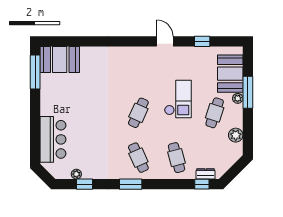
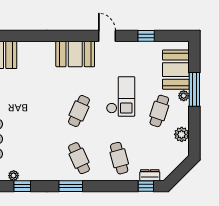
booth: (135, 59) -> (75, 54), added

